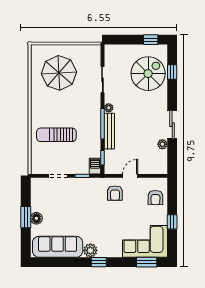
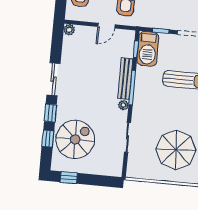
spiral stairs: (148, 74) -> (75, 139), turned 180
window: (172, 95) -> (50, 113), added
plant: (162, 144) -> (69, 30), moved
barbecue: (95, 166) -> (148, 49), width x1.88, depth x1.53

